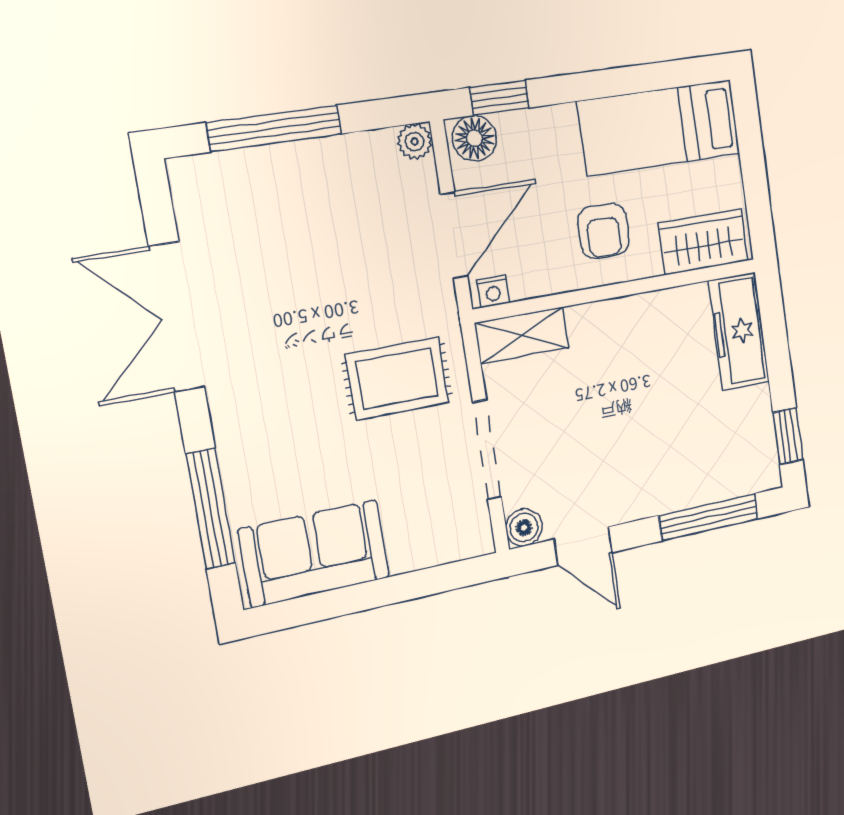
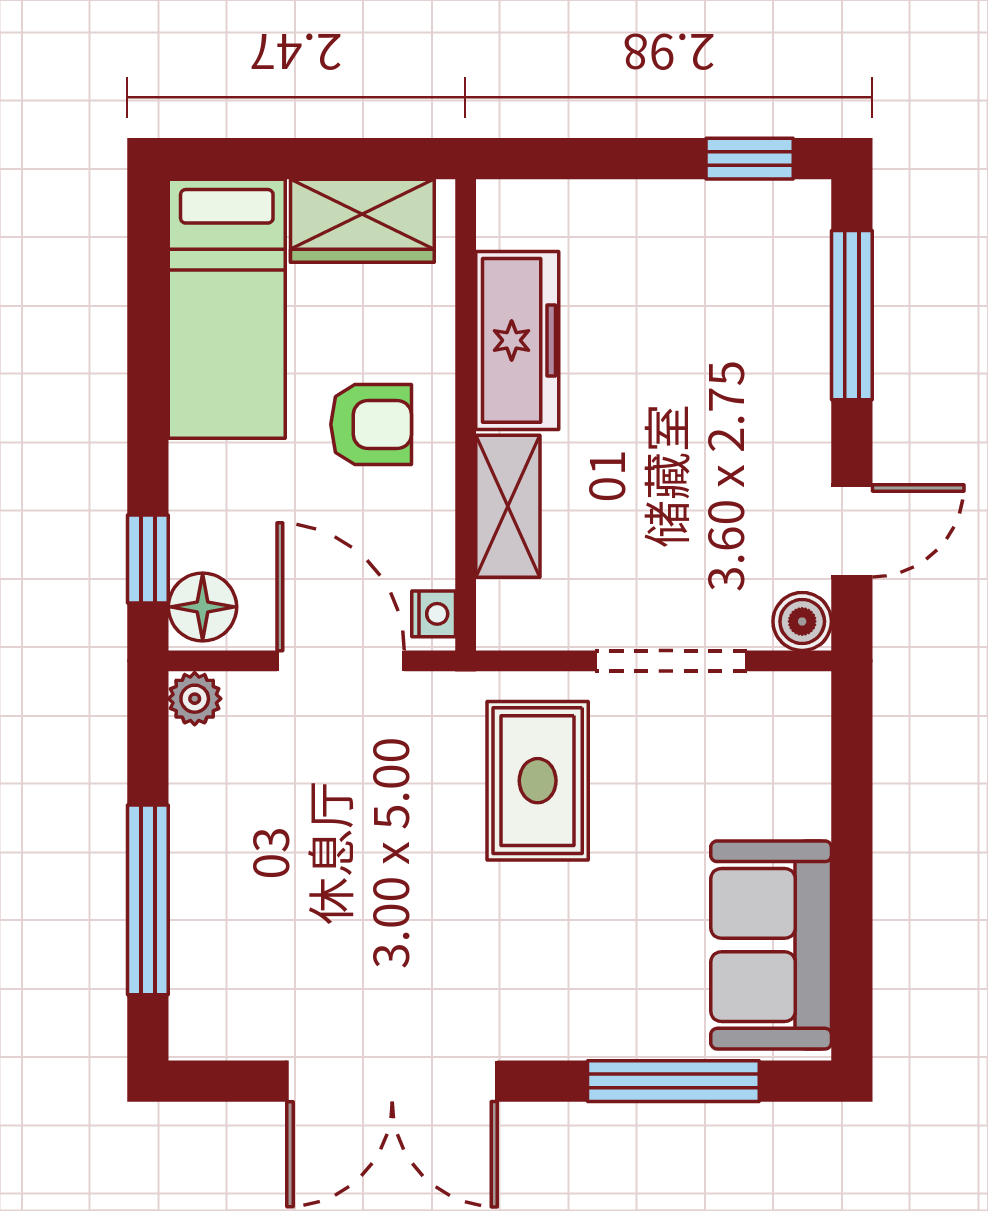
wardrobe: (703, 242) -> (362, 221), moved, turned -90
freezer: (739, 331) -> (517, 340), moved, turned -90
shelving: (522, 335) -> (508, 506), moved

